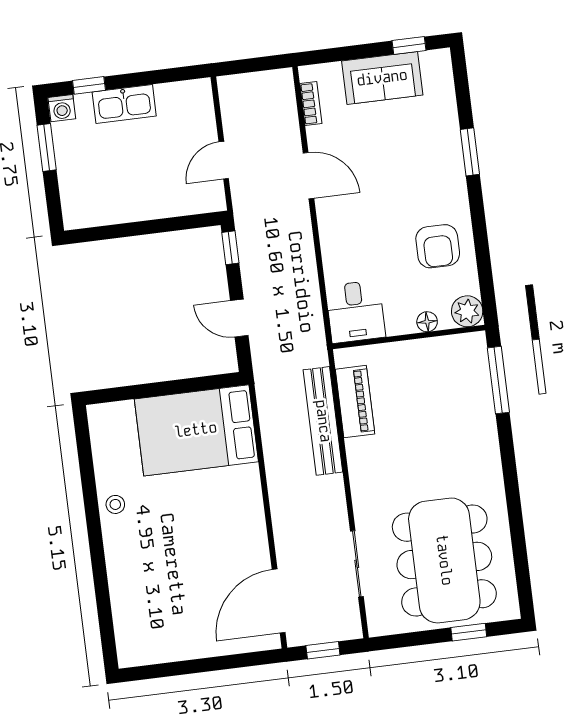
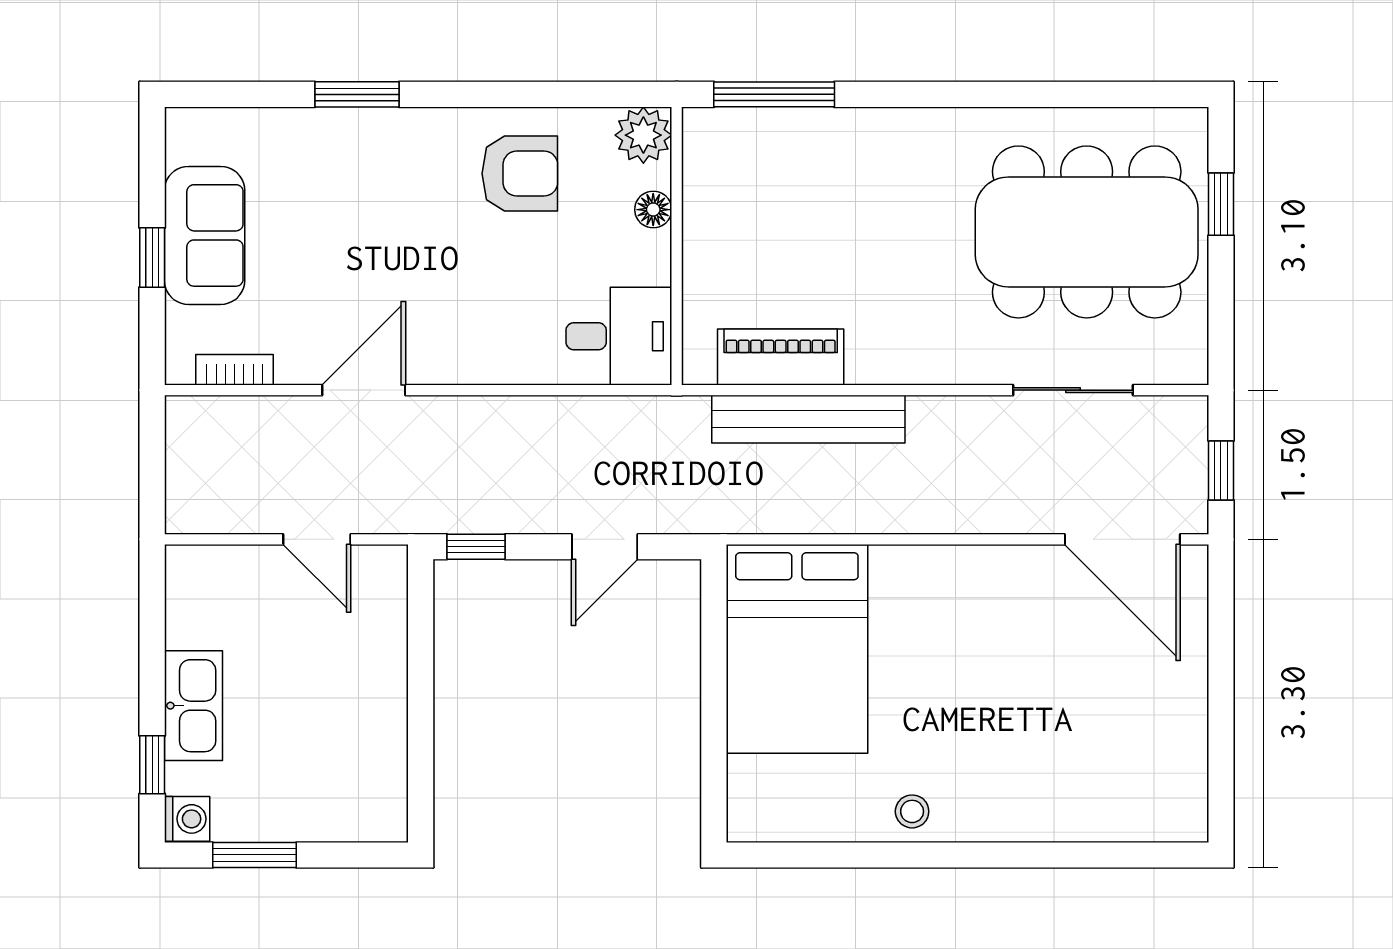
window: (409, 46) -> (152, 257), moved

